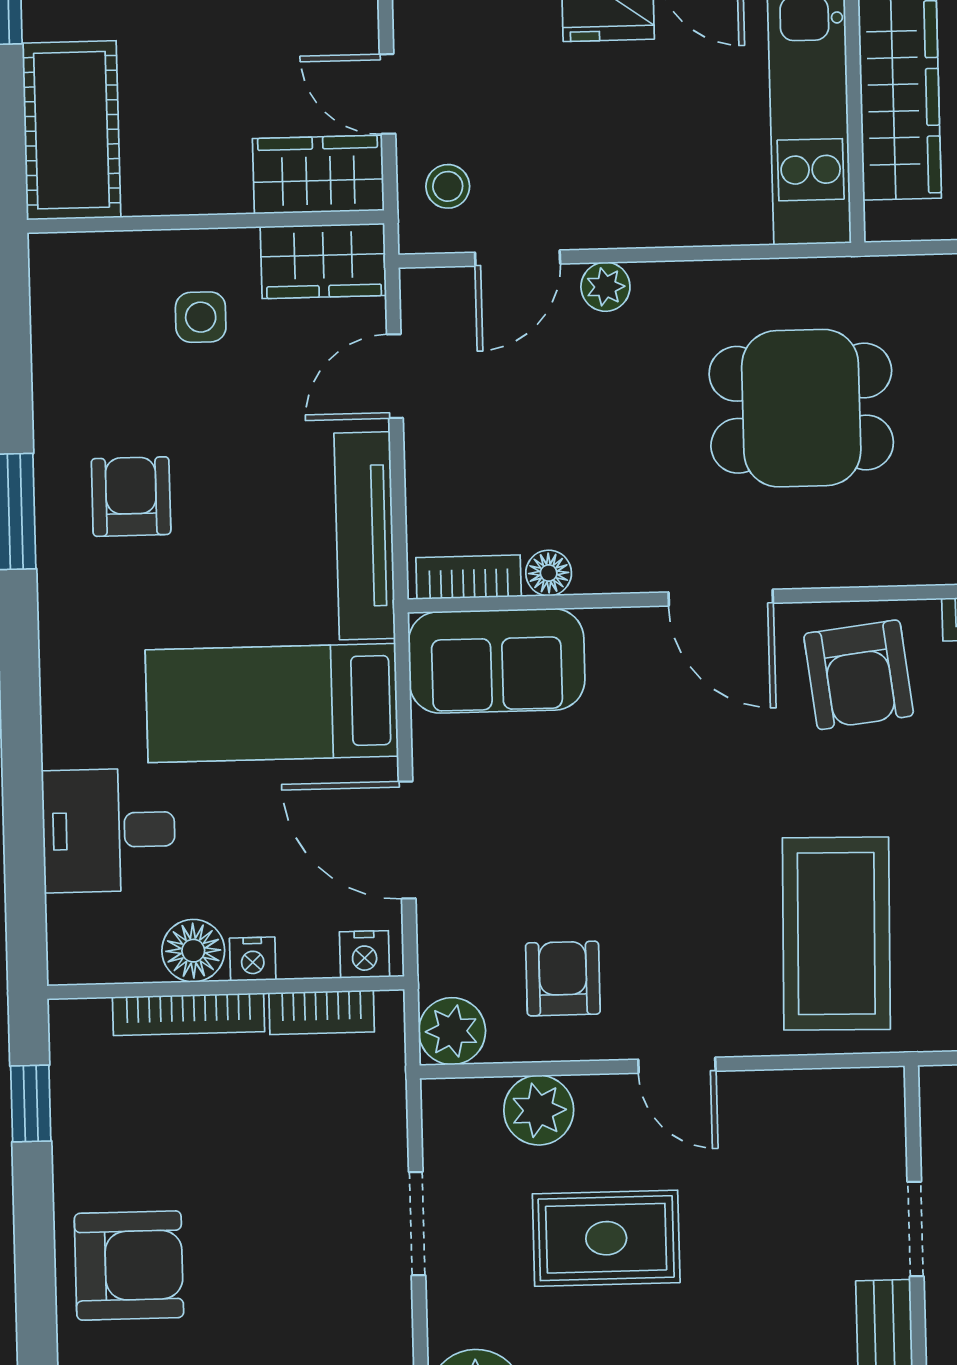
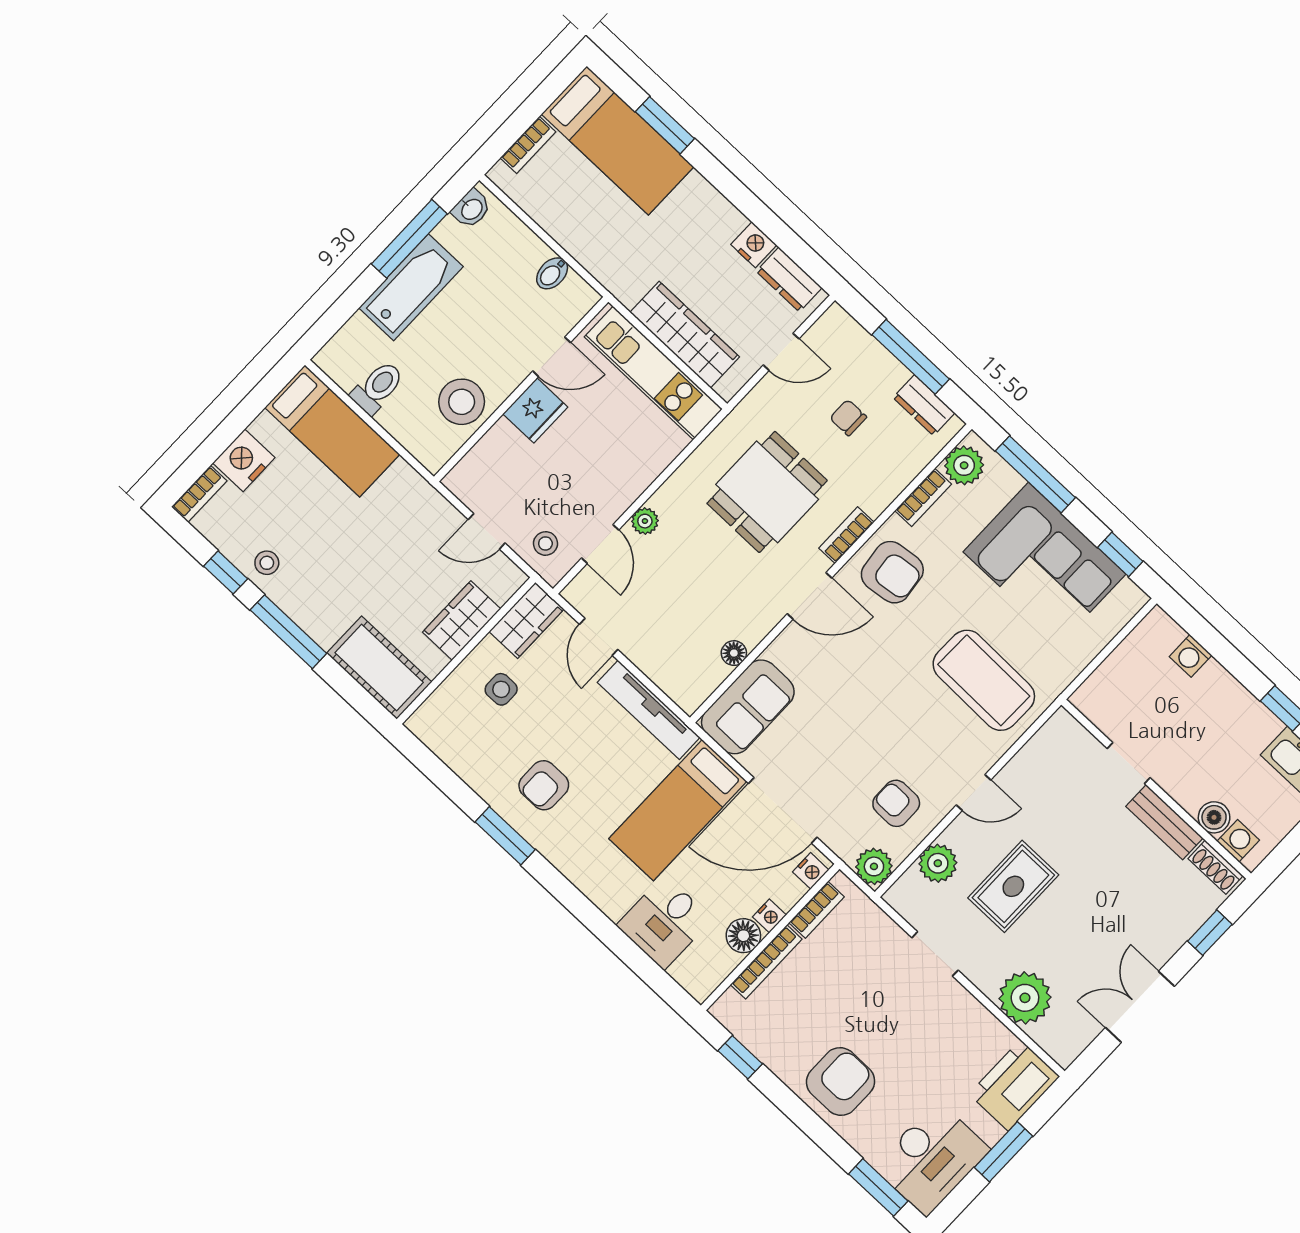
wardrobe: (318, 175) -> (462, 621), moved
armchair: (131, 497) -> (544, 785), turned -90
bookcase: (469, 577) -> (846, 535), moved
door: (407, 840) -> (783, 810), width x1.36

